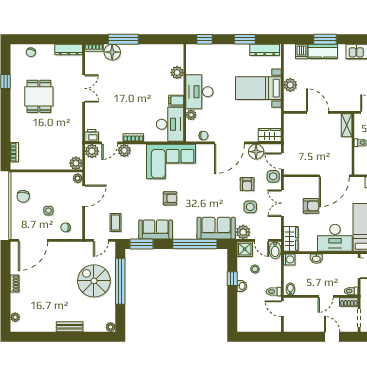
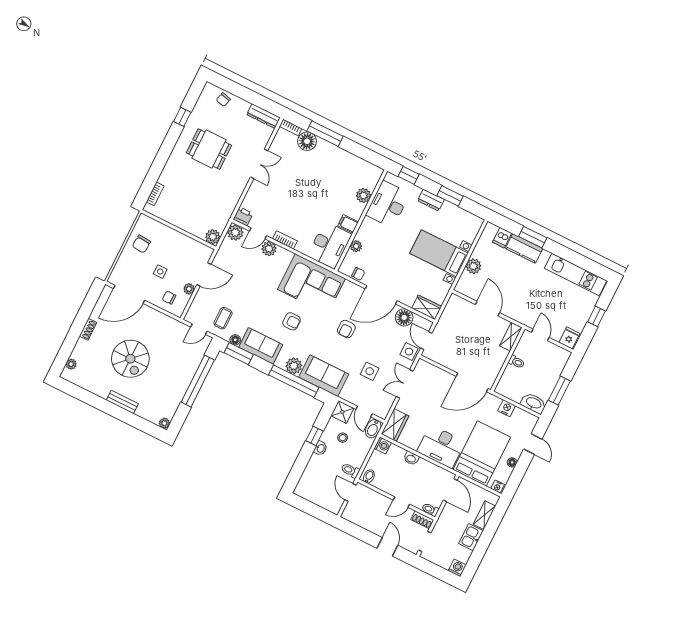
dresser: (265, 50) -> (431, 200), moved, width x0.70
desk: (199, 92) -> (388, 204), moved
dining table: (39, 96) -> (209, 149), turned 90
plant: (78, 178) -> (189, 289), moved
armchair: (247, 184) -> (346, 329), moved
armchair: (311, 206) -> (433, 402), removed
plant: (243, 232) -> (294, 366), moved
floor lamp: (133, 235) -> (235, 340), added
spiral stairs: (94, 281) -> (130, 359), moved, turned 180

